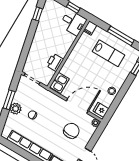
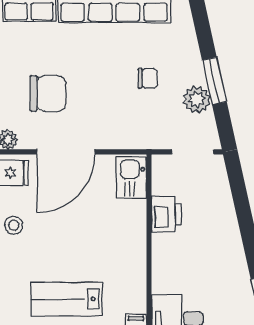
plant: (16, 109) -> (197, 100), moved
chair: (71, 131) -> (48, 93), turned -90

